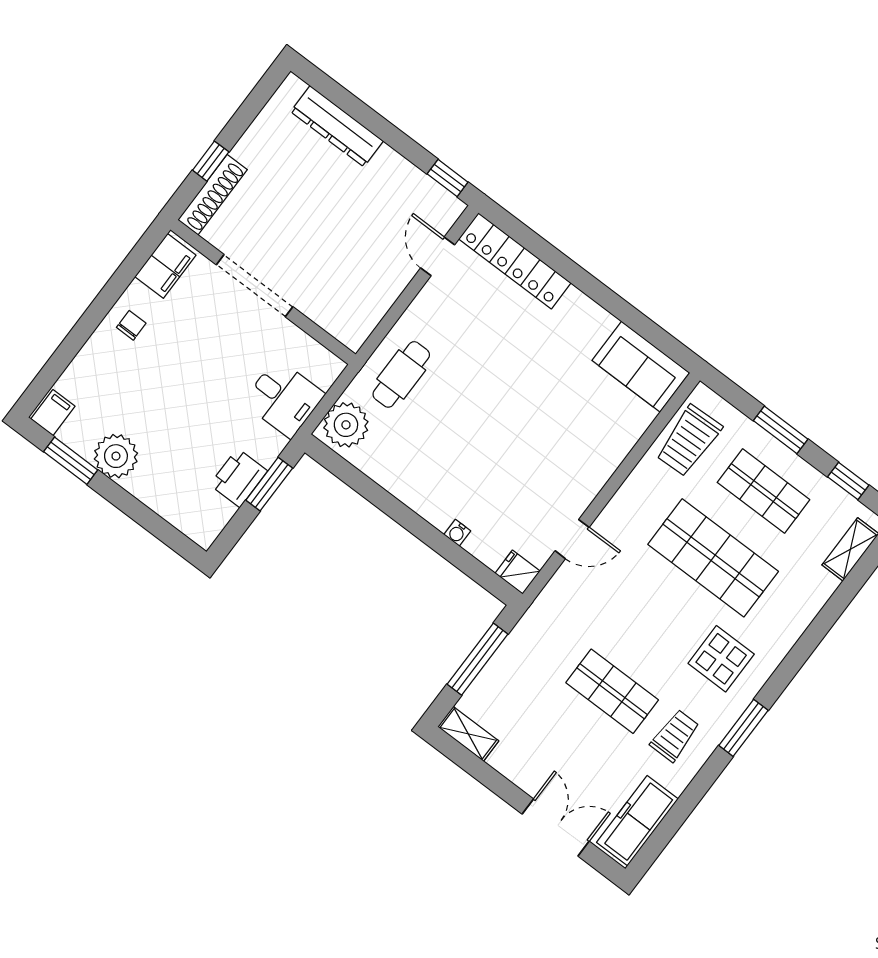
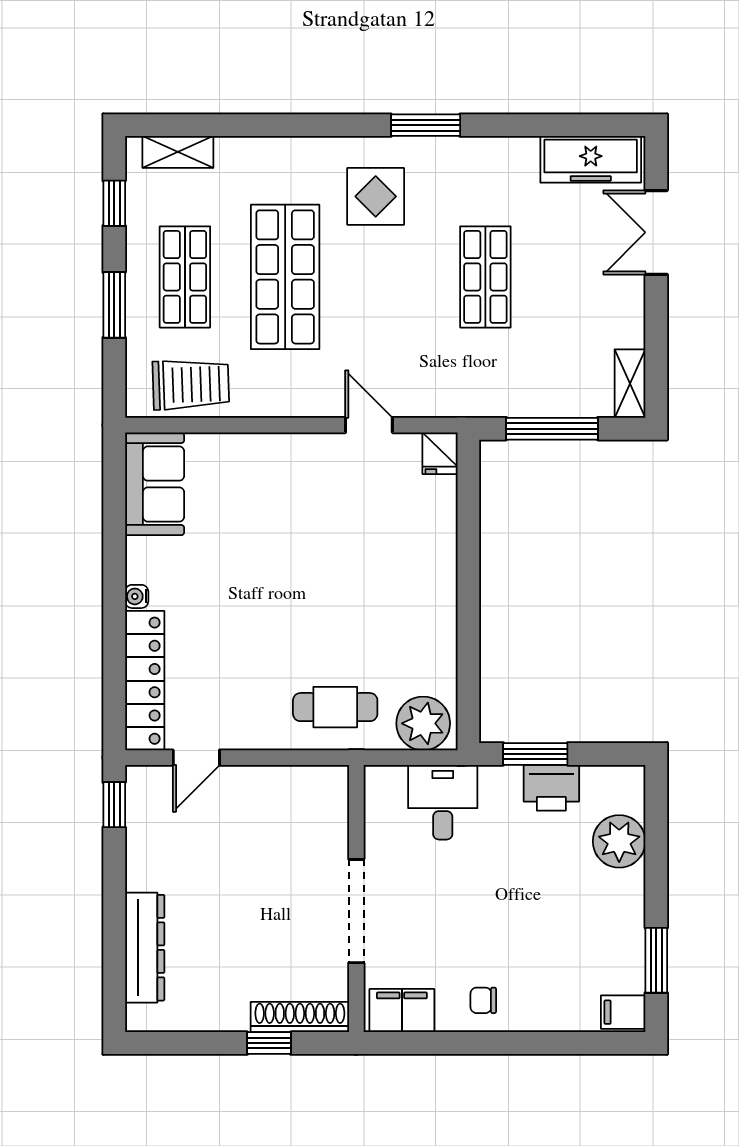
plant: (116, 456) -> (619, 841), moved
water cooler: (457, 533) -> (137, 596), moved, turned 180
trolley: (675, 736) -> (482, 185), removed

